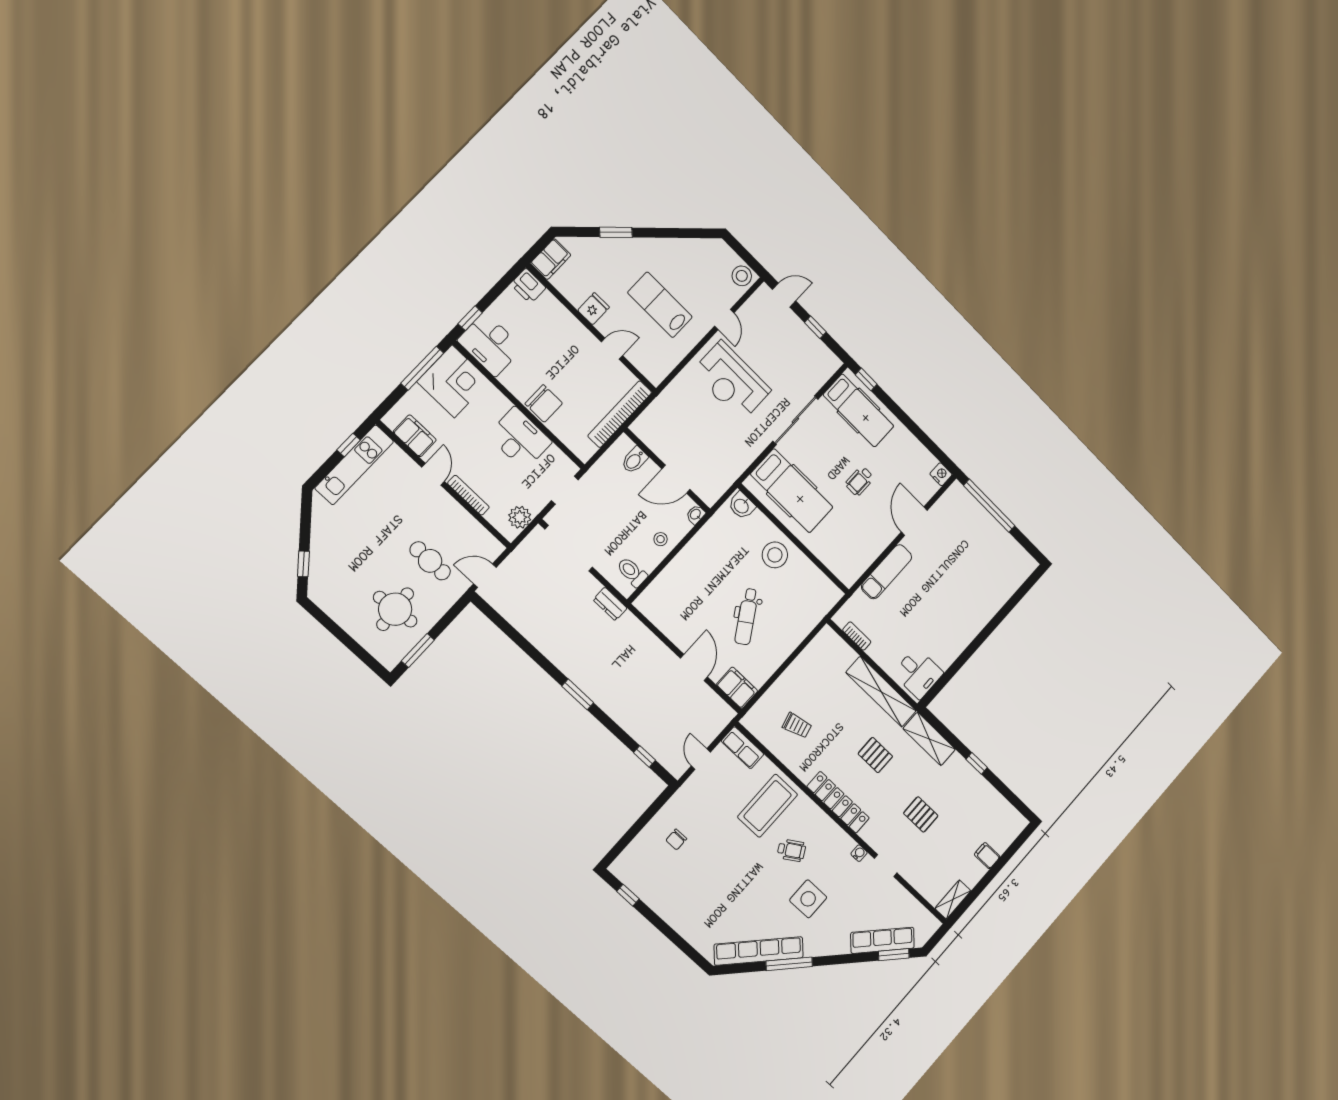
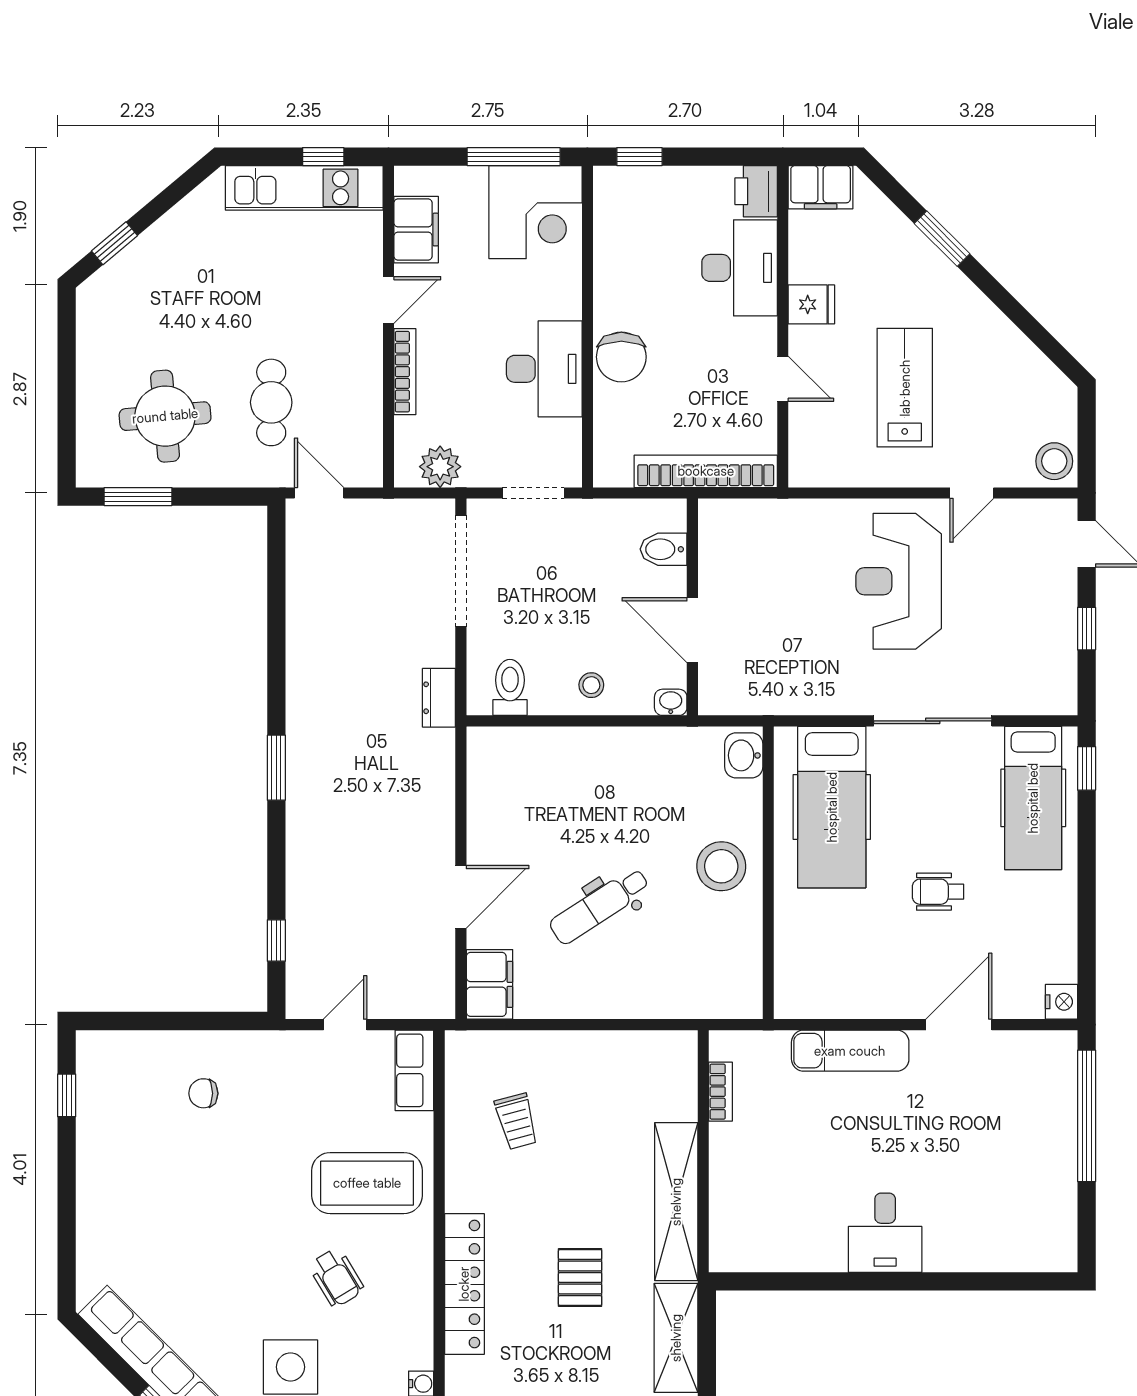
desk: (490, 344) -> (740, 268), moved, turned 180
desk: (918, 673) -> (885, 1233), moved

